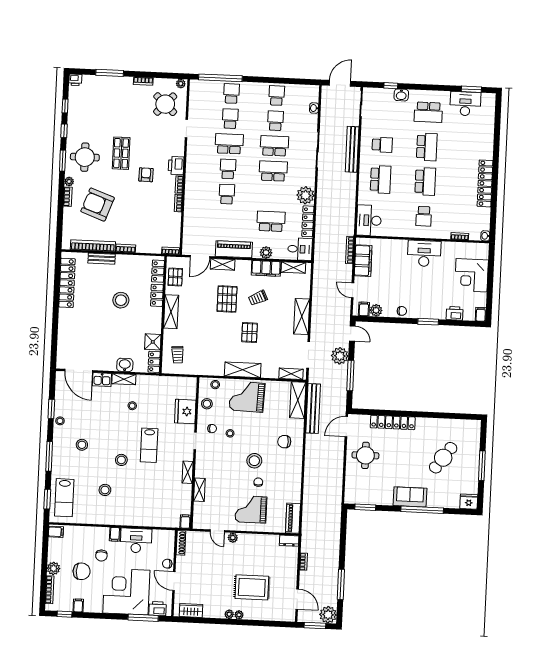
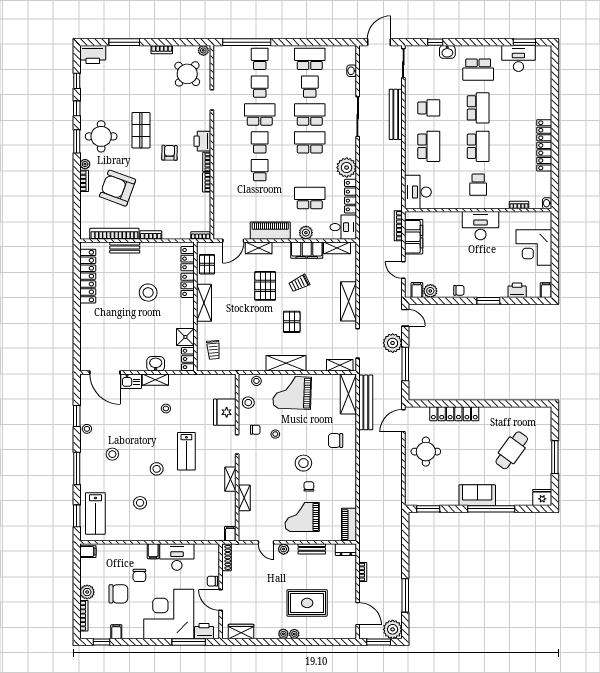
printer: (75, 80) -> (93, 55), width x1.87, depth x1.48
school desk: (277, 96) -> (310, 59), width x1.85
bench: (258, 539) -> (312, 549), added

